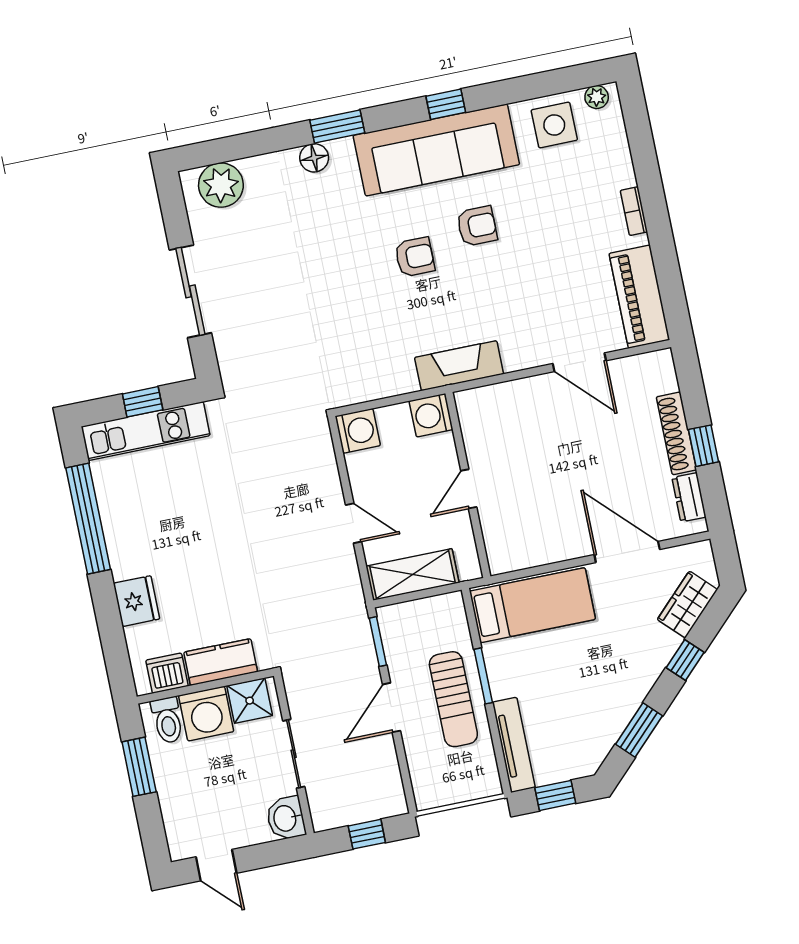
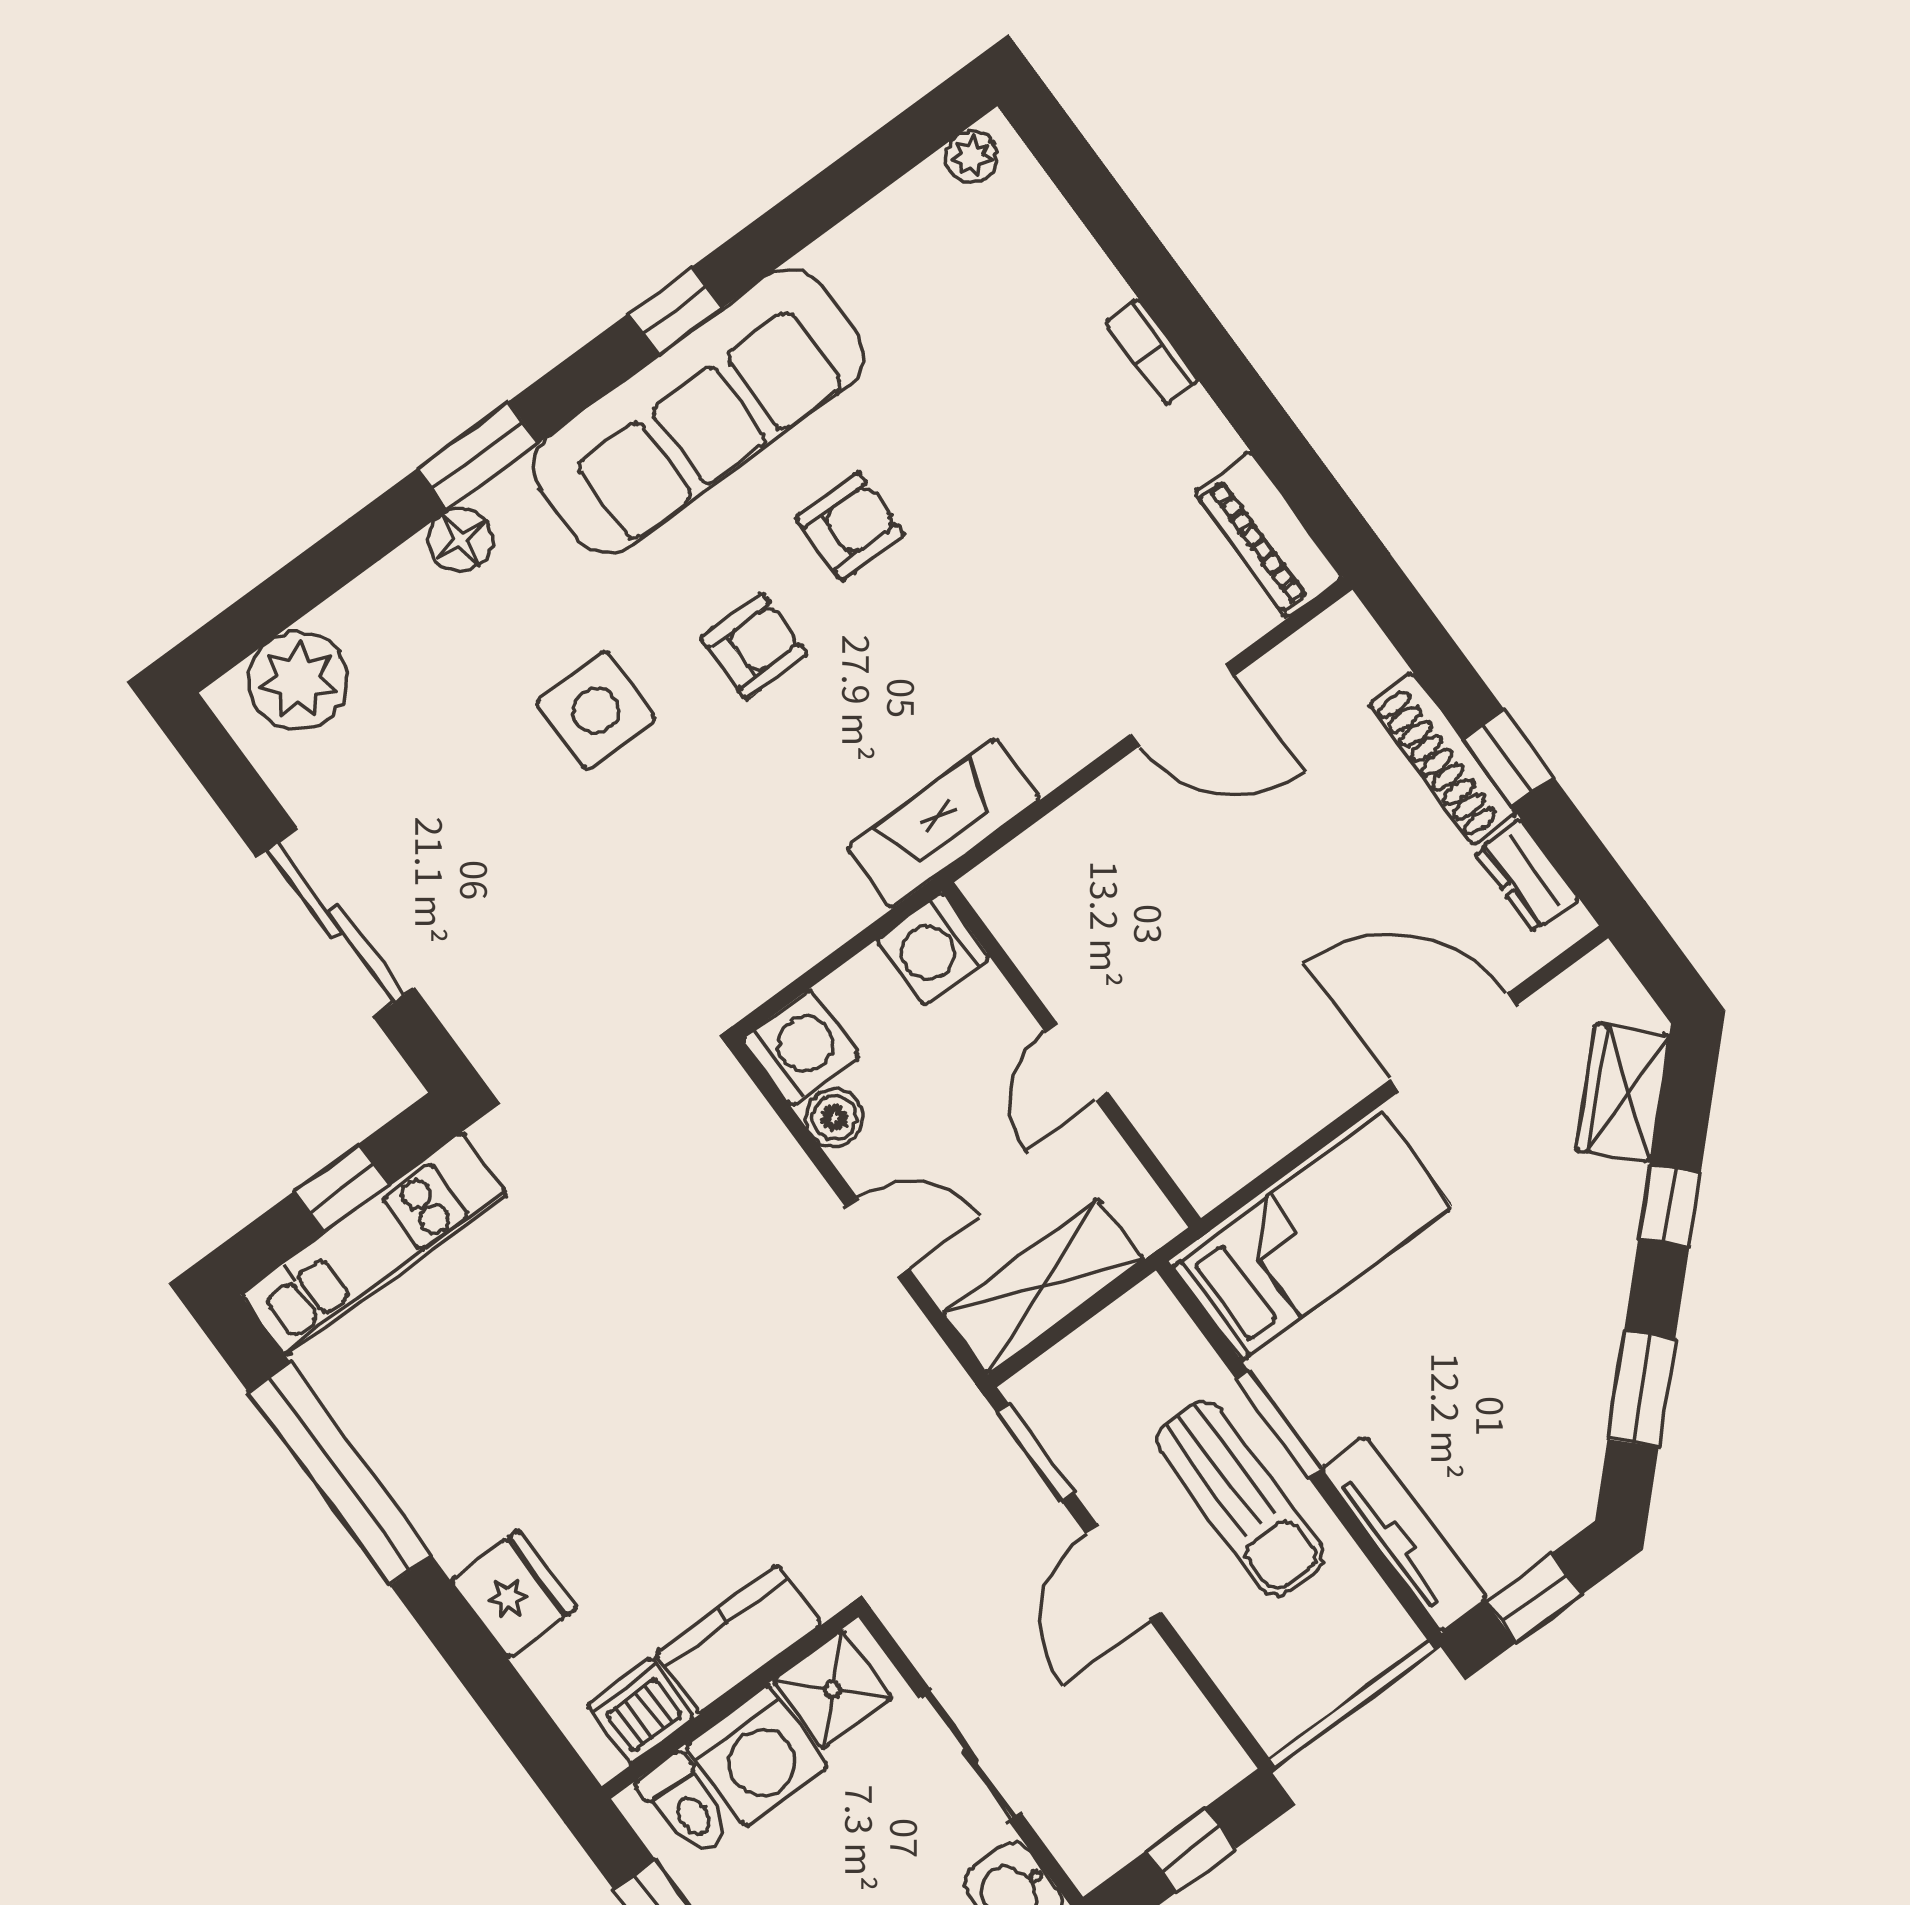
side table: (554, 125) -> (596, 711), moved
piano: (639, 297) -> (1268, 535), width x0.73, depth x0.75
boiler: (359, 466) -> (834, 1118), added

